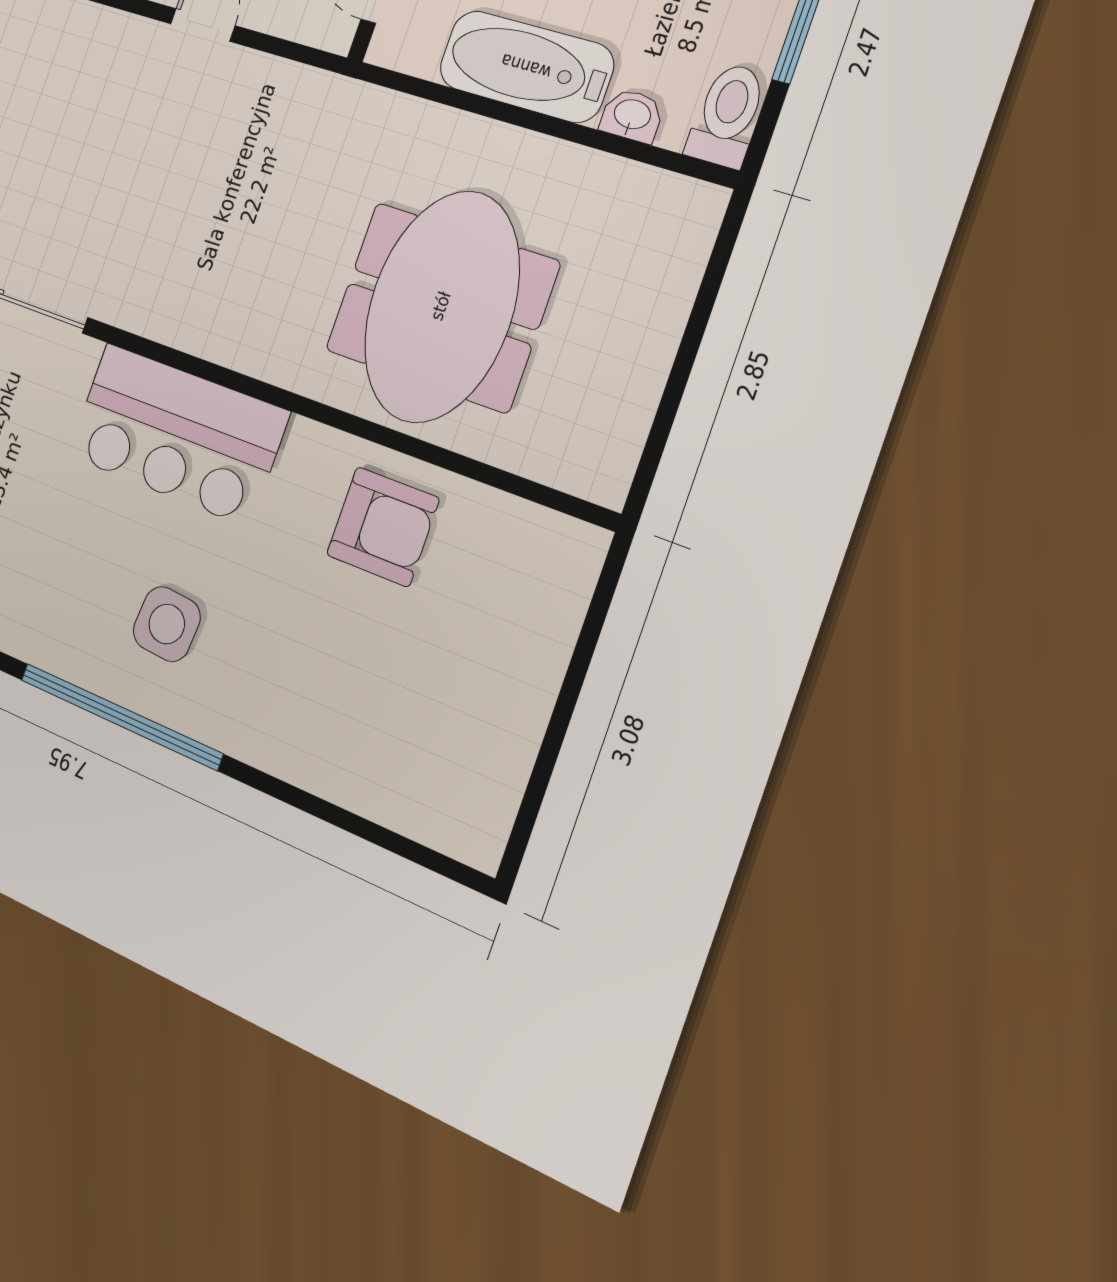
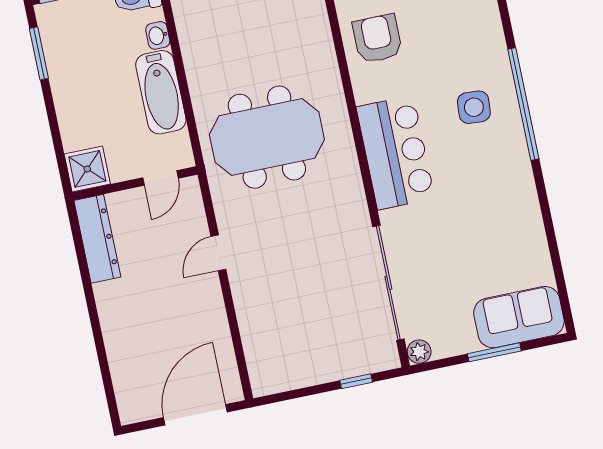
meeting table: (441, 306) -> (267, 137), moved

